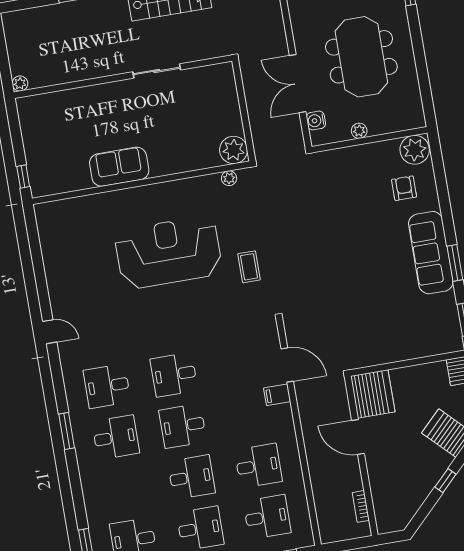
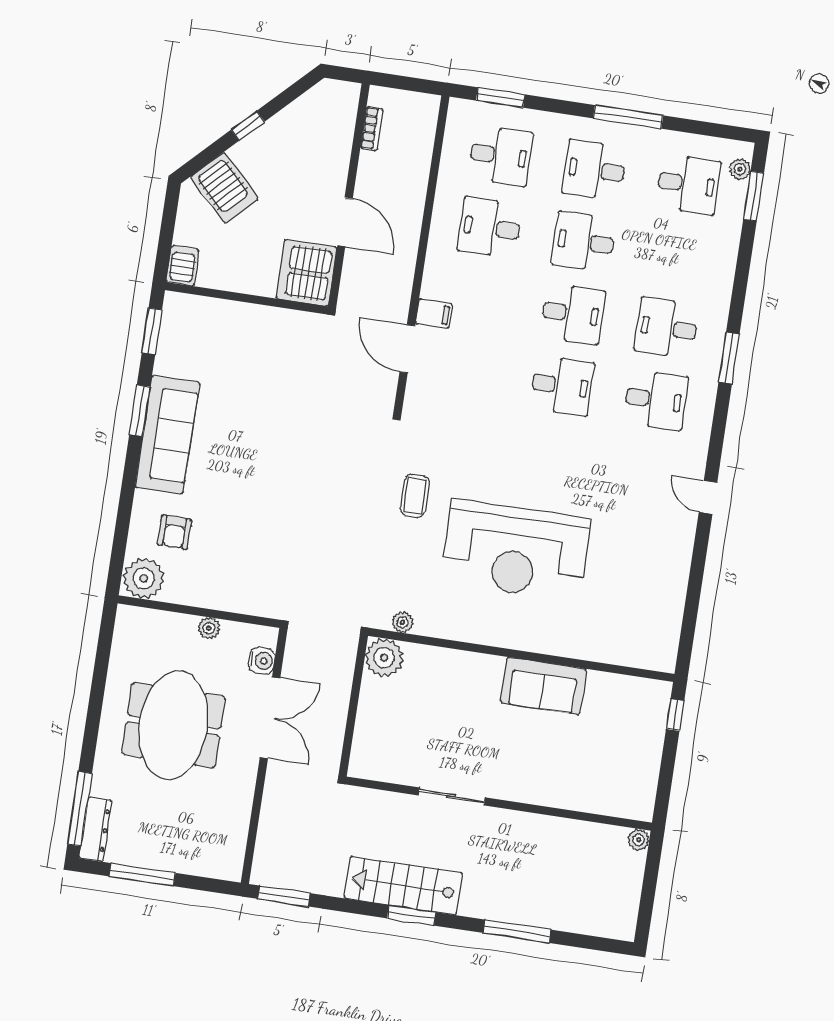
desk: (267, 517) -> (501, 156), turned 180

